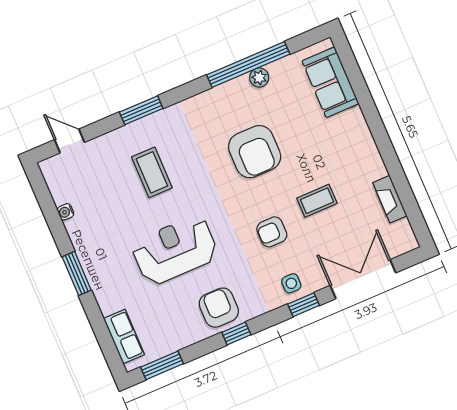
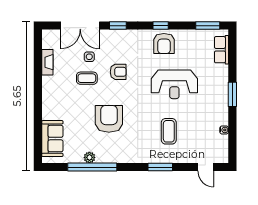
side table: (291, 283) -> (89, 57), moved

